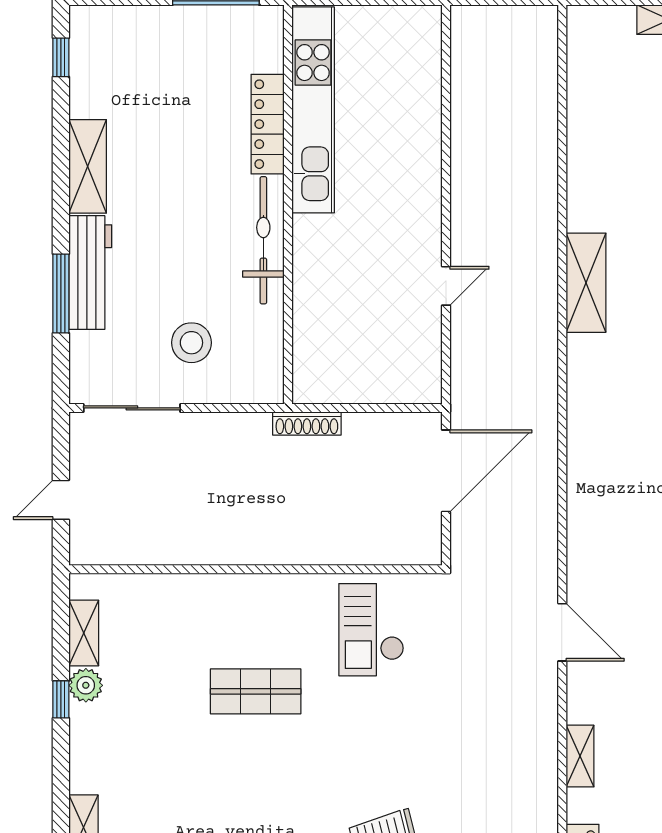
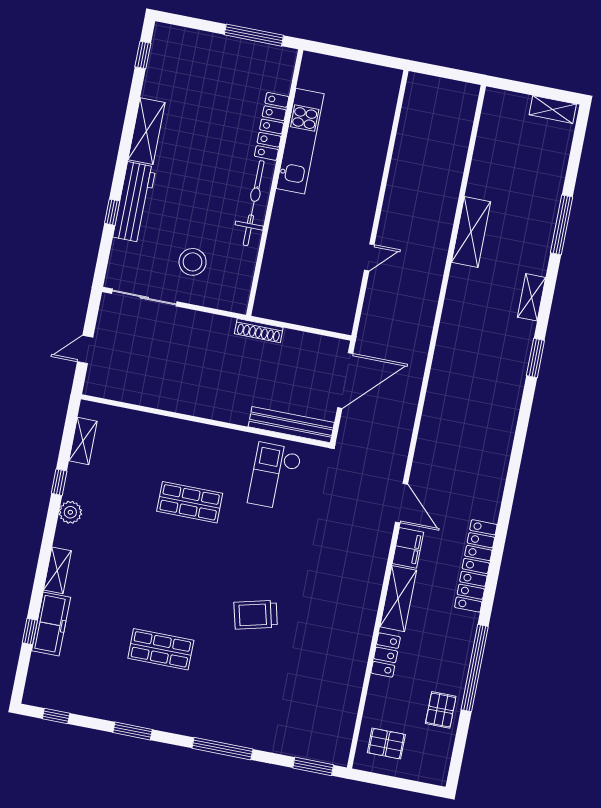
kitchen unit: (313, 110) -> (300, 141), width x0.73
shelving: (586, 283) -> (471, 232), moved
window: (61, 293) -> (112, 212), width x0.46
bench: (381, 550) -> (291, 425), added
plant: (86, 685) -> (70, 512), moved
filing cabinet: (584, 695) -> (408, 548), added
shelving: (580, 756) -> (398, 599), width x1.50, depth x1.33

